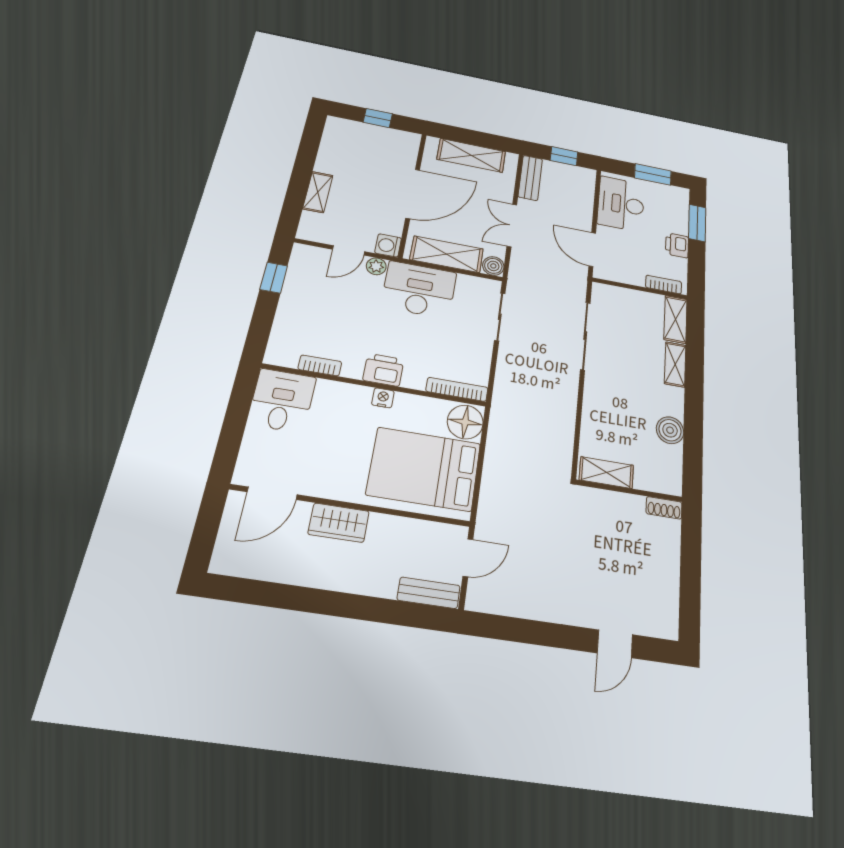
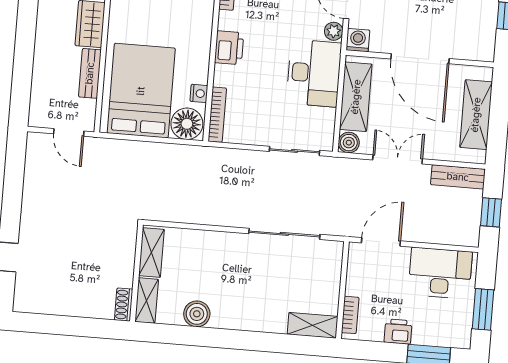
shelving: (675, 364) -> (147, 301), moved, turned 90
nightstand: (383, 398) -> (199, 93), moved
bench: (429, 593) -> (90, 73), moved

